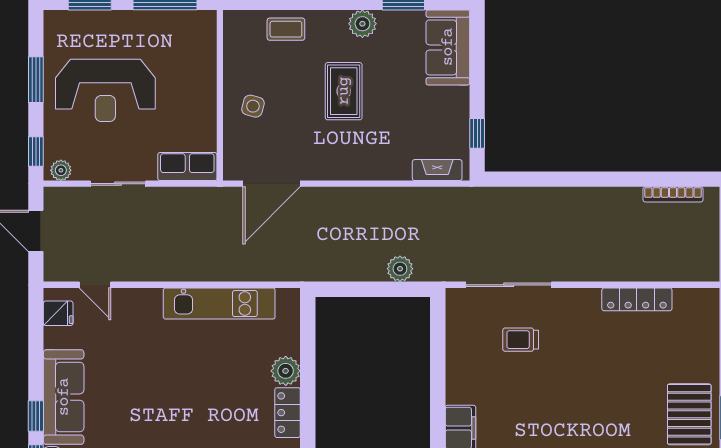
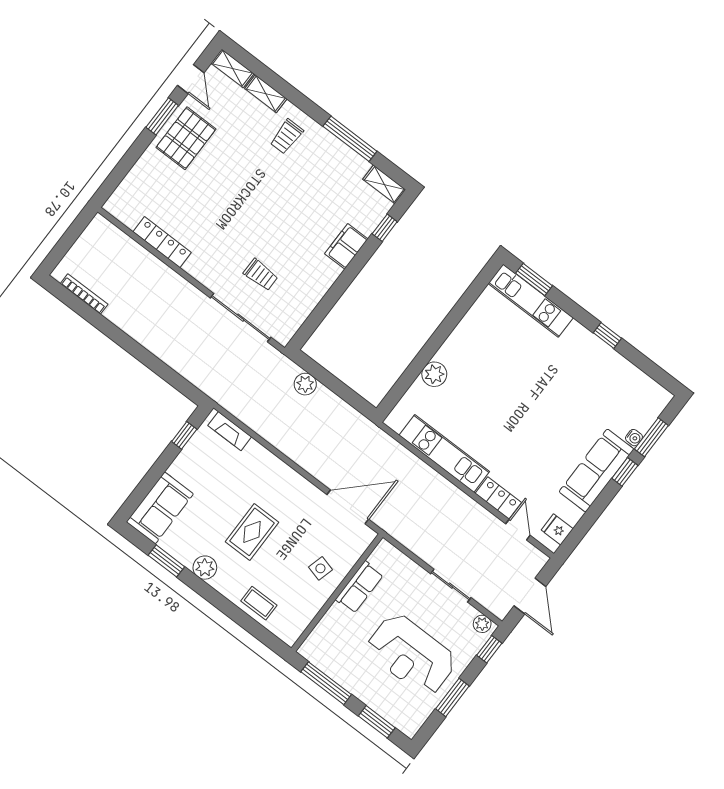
reception desk: (105, 90) -> (411, 655), turned 180
row of seats: (187, 167) -> (359, 587), moved, turned -90
locker: (288, 413) -> (498, 498), moved, turned -90

